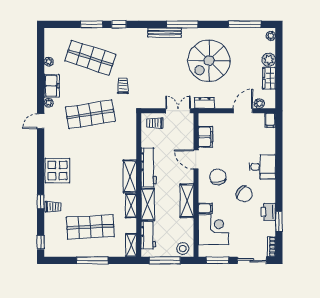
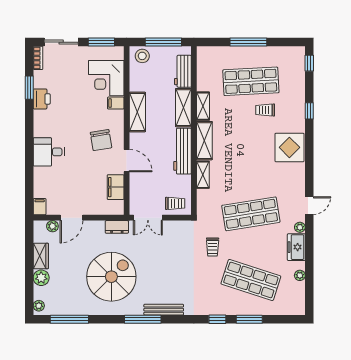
chair: (244, 194) -> (70, 120), removed
trolley: (53, 207) -> (265, 110), moved
shelving: (131, 245) -> (203, 175), moved

